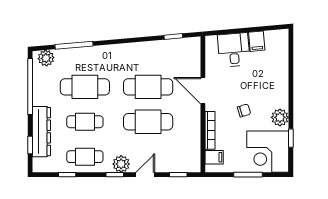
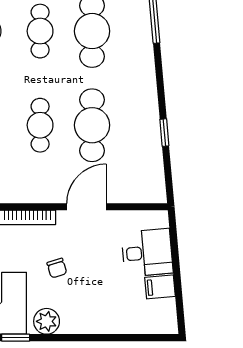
window: (173, 36) -> (164, 133), moved
cafe table: (148, 122) -> (40, 125), width x0.73, depth x0.74

